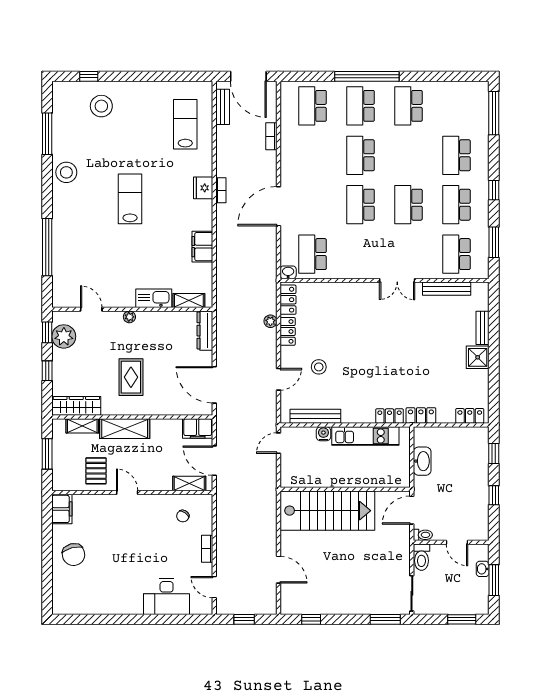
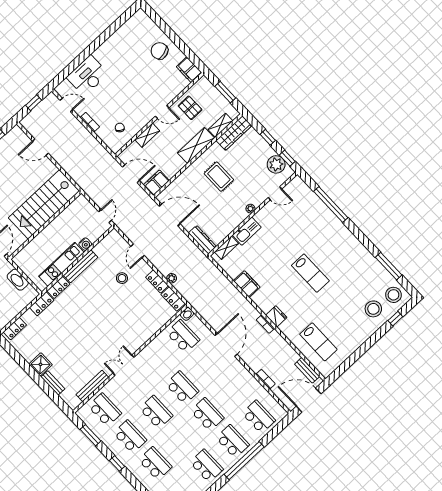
stool: (66, 172) -> (393, 295), moved
bench: (315, 416) -> (81, 266), moved
shelving: (189, 483) -> (147, 135), moved

